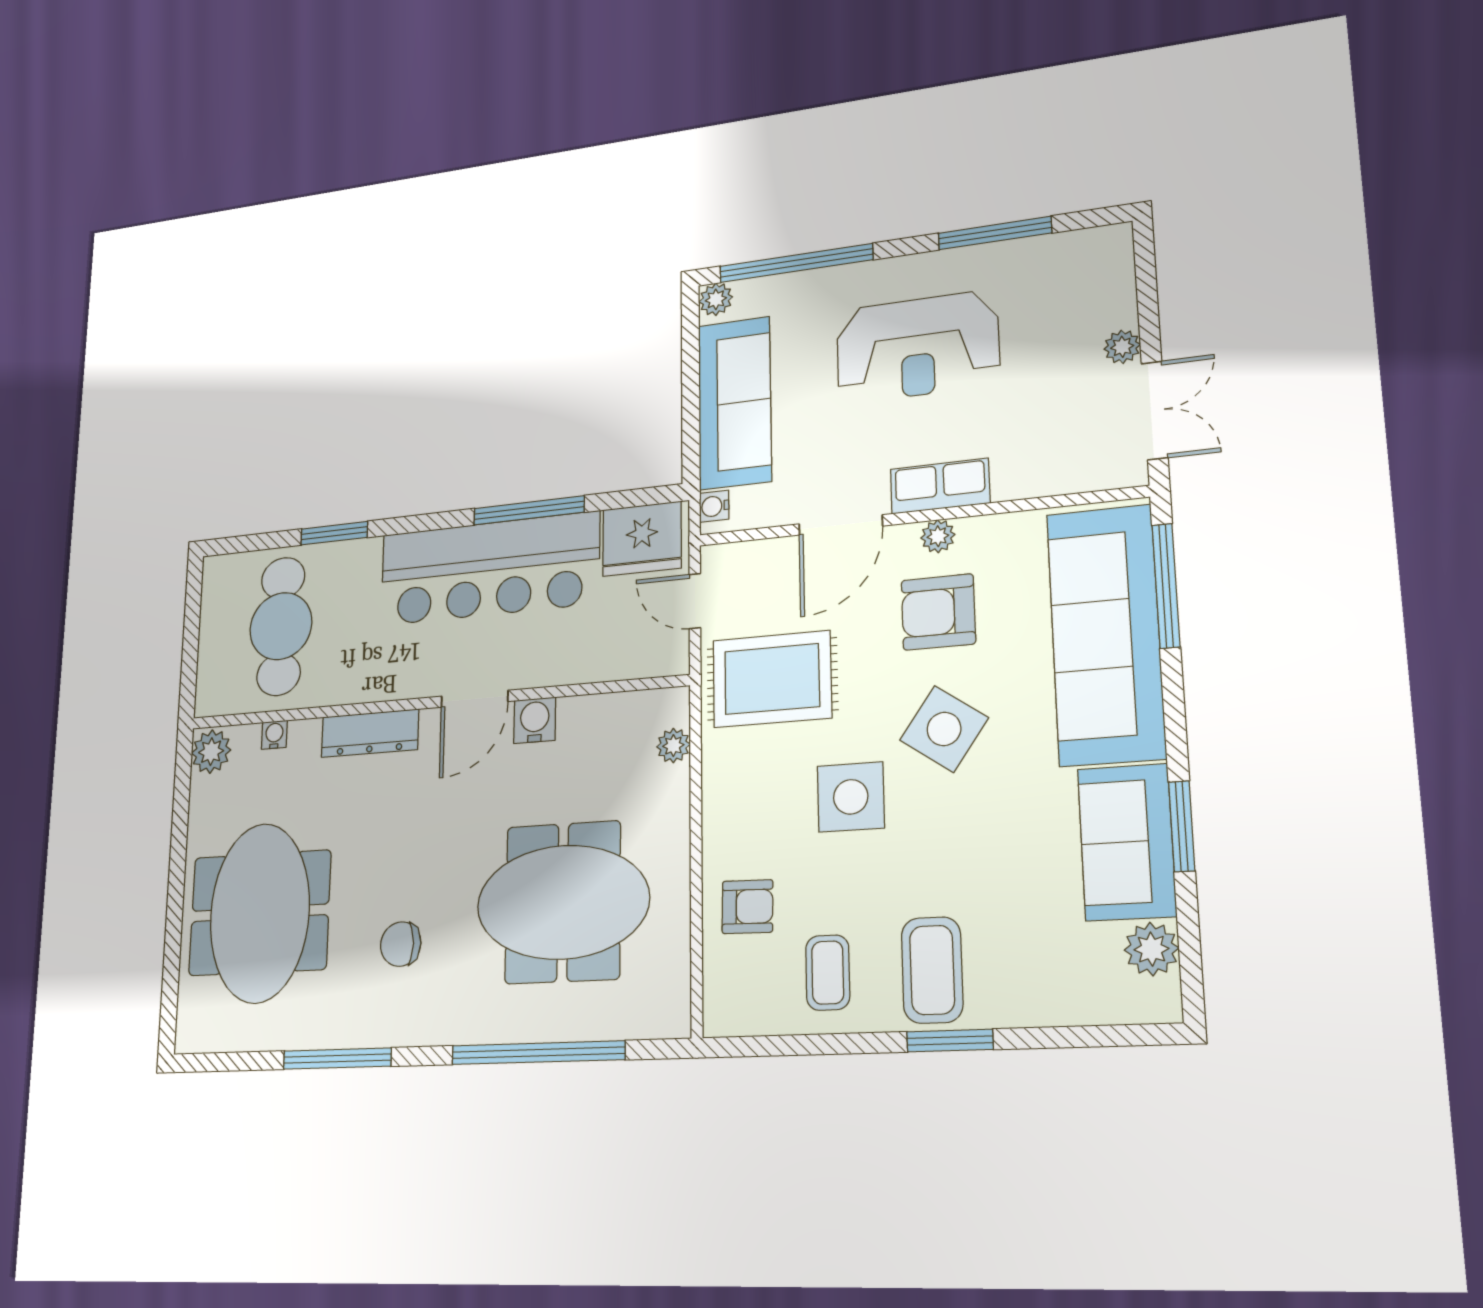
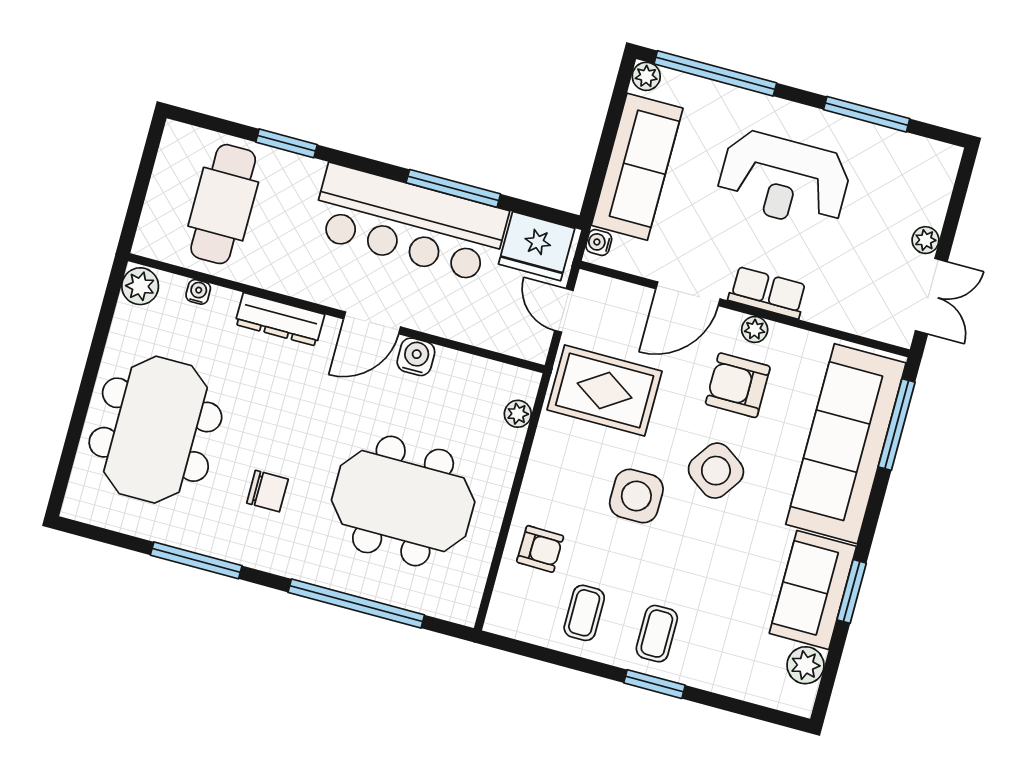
chair: (401, 944) -> (267, 491), turned 180
coffee table: (932, 970) -> (657, 634), width x0.73, depth x0.77

